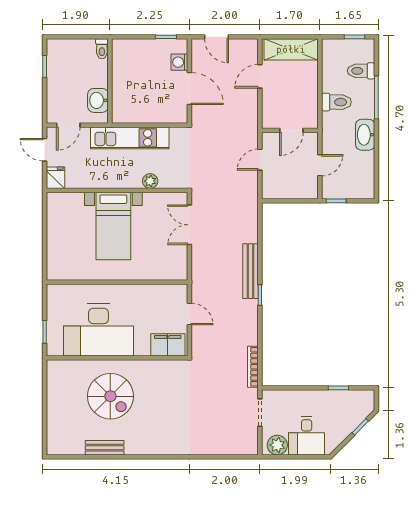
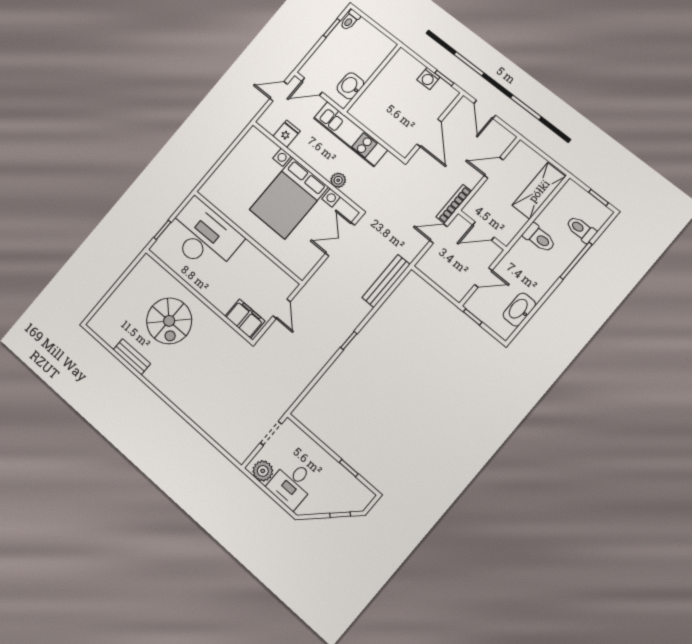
toilet: (102, 49) -> (350, 20), moved
shelving: (291, 49) -> (539, 191), moved, turned 90
washing machine: (179, 62) -> (428, 79), moved, turned -90
washbasin: (365, 135) -> (519, 310), moved
door: (45, 150) -> (279, 91), hinge flipped
fridge: (56, 178) -> (287, 134), moved
bed with nightstands: (113, 226) -> (289, 198), width x1.36
bench: (251, 271) -> (386, 281), moved
desk: (99, 330) -> (203, 236), moved, turned 180
bookcase: (253, 367) -> (454, 204), moved

